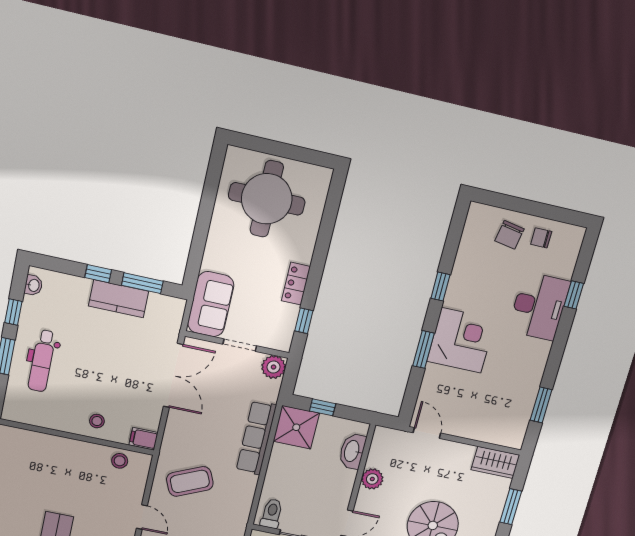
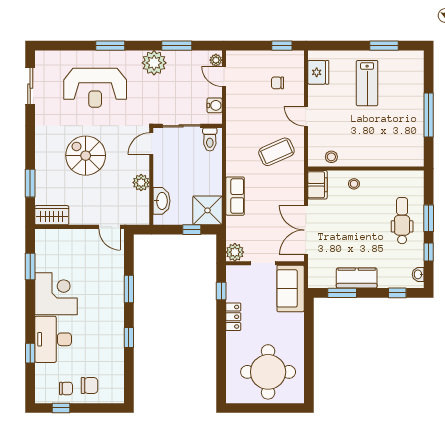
window: (555, 213) -> (61, 408), added
chair: (509, 235) -> (89, 386), turned 80
window: (98, 274) -> (397, 293), moved
corner desk: (461, 340) -> (56, 294), moved, turned 180
row of seats: (256, 438) -> (235, 196), width x0.68
filing cabinet: (143, 439) -> (317, 185), width x2.00

